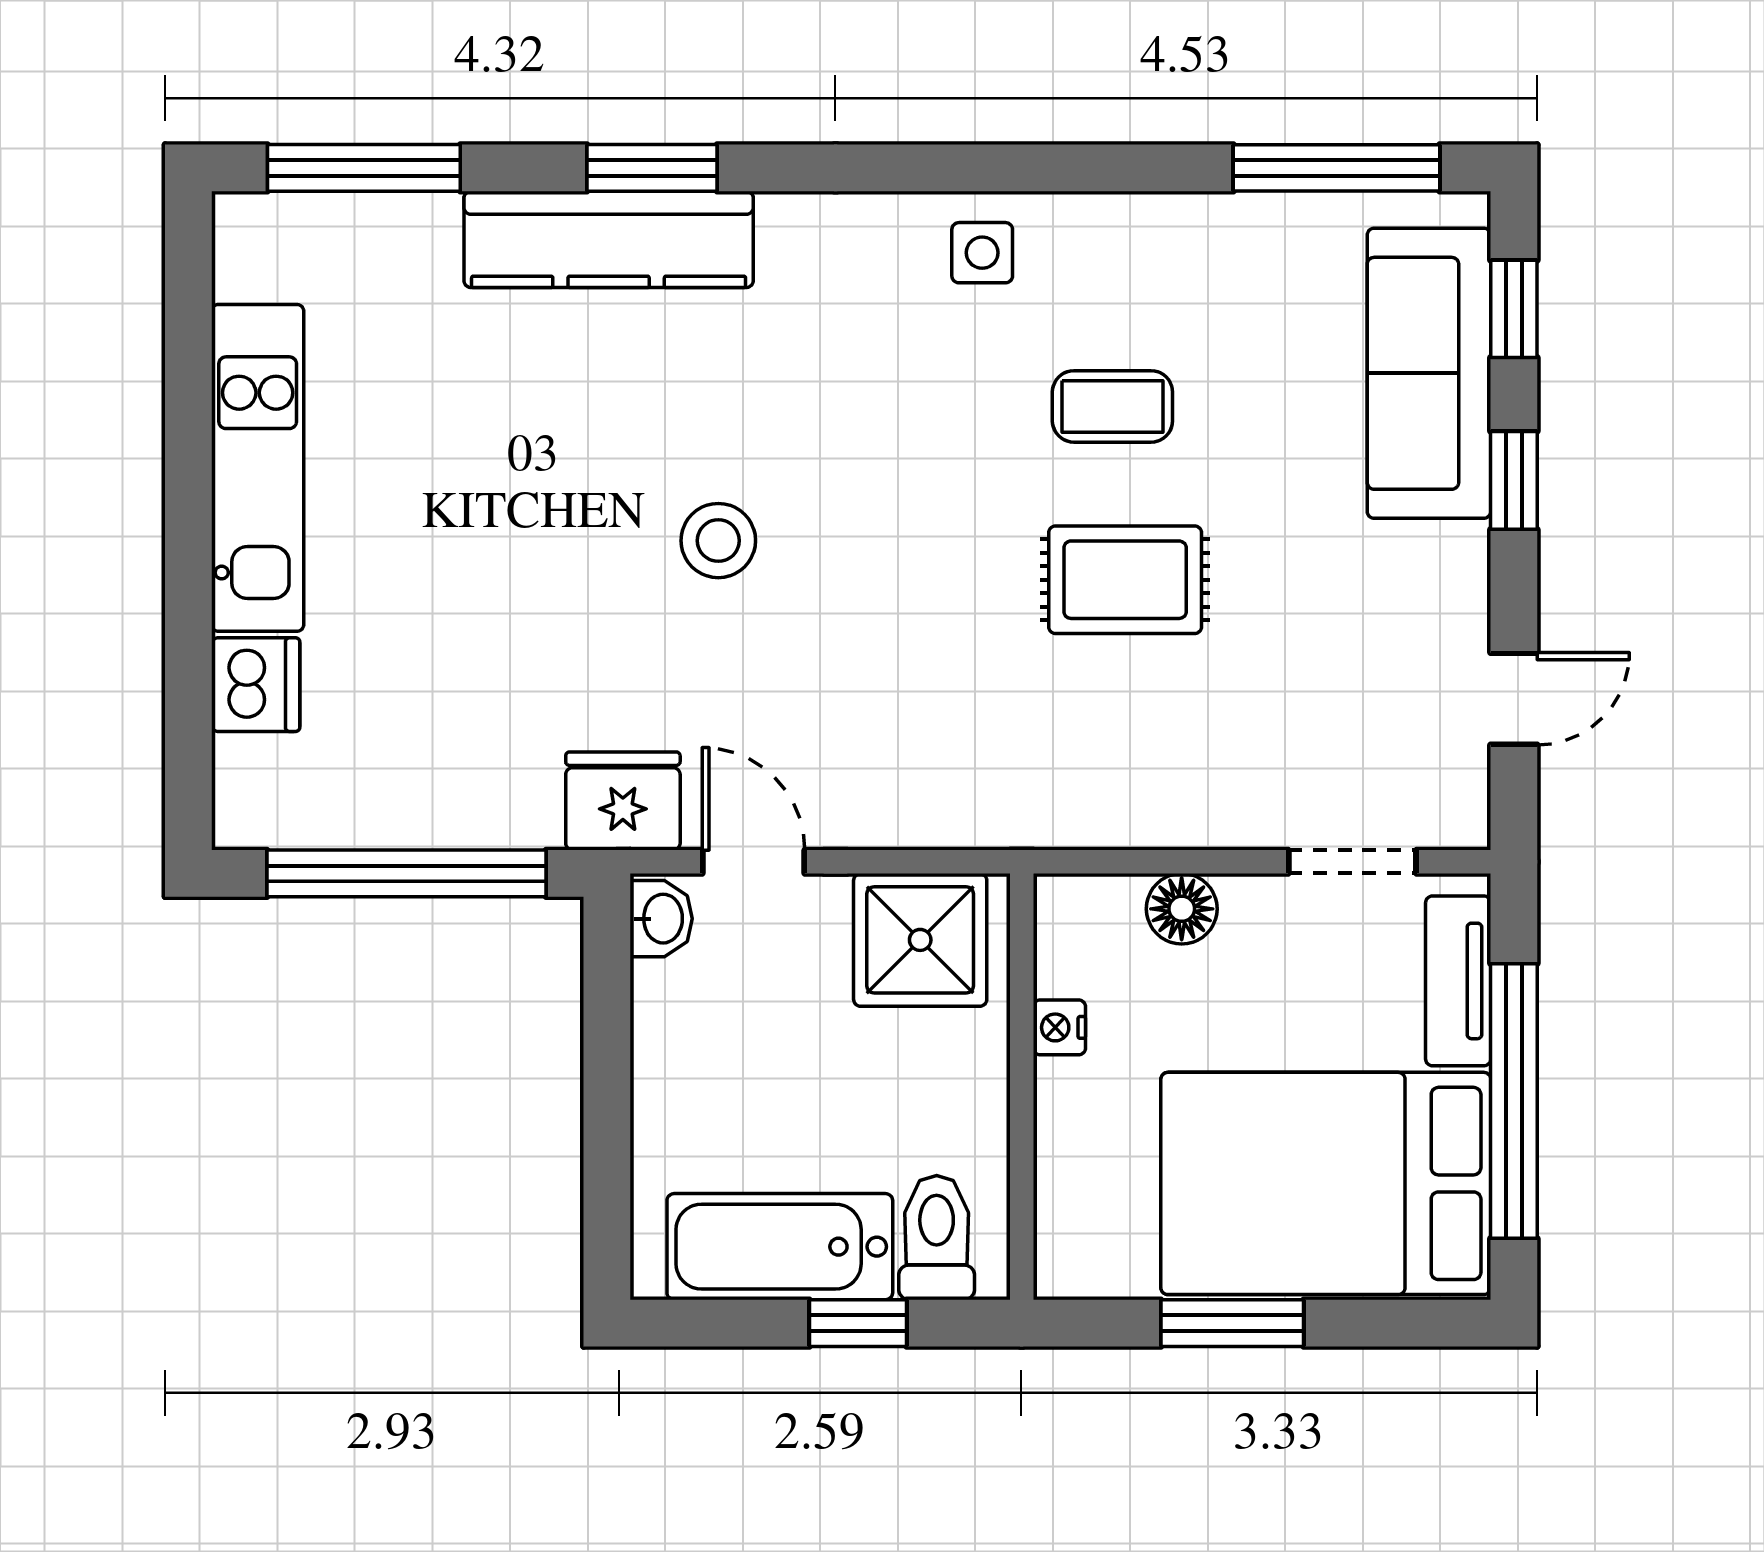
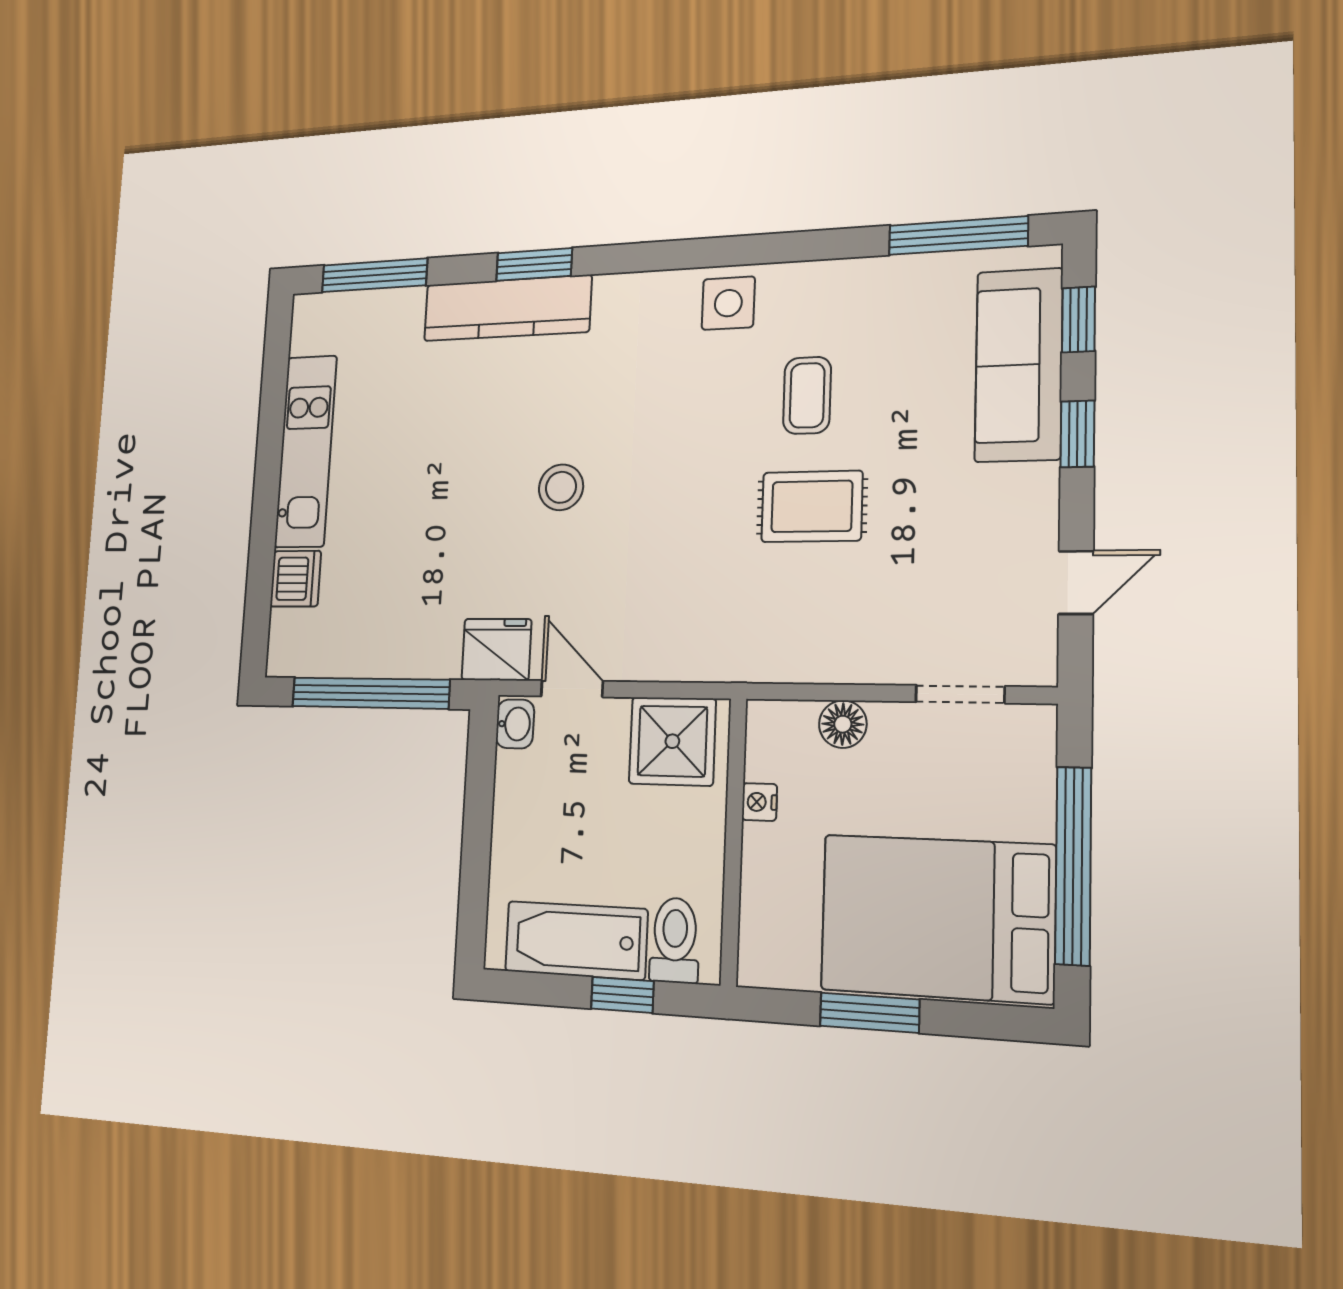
side table: (982, 253) -> (728, 303), width x1.37, depth x1.37
coffee table: (1112, 406) -> (807, 395), turned 90
tv unit: (1458, 981) -> (1034, 779), removed

